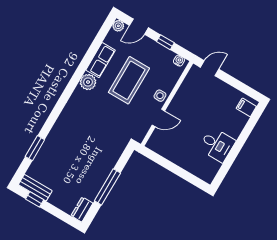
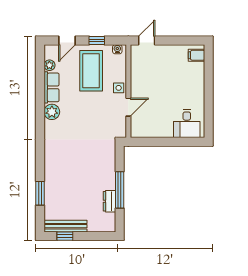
plant: (118, 26) -> (49, 65), moved
coffee table: (129, 80) -> (91, 71), moved
desk: (217, 145) -> (187, 124), moved, turned 90
bench: (35, 188) -> (65, 226), width x1.36
dresser: (82, 209) -> (109, 201), moved

